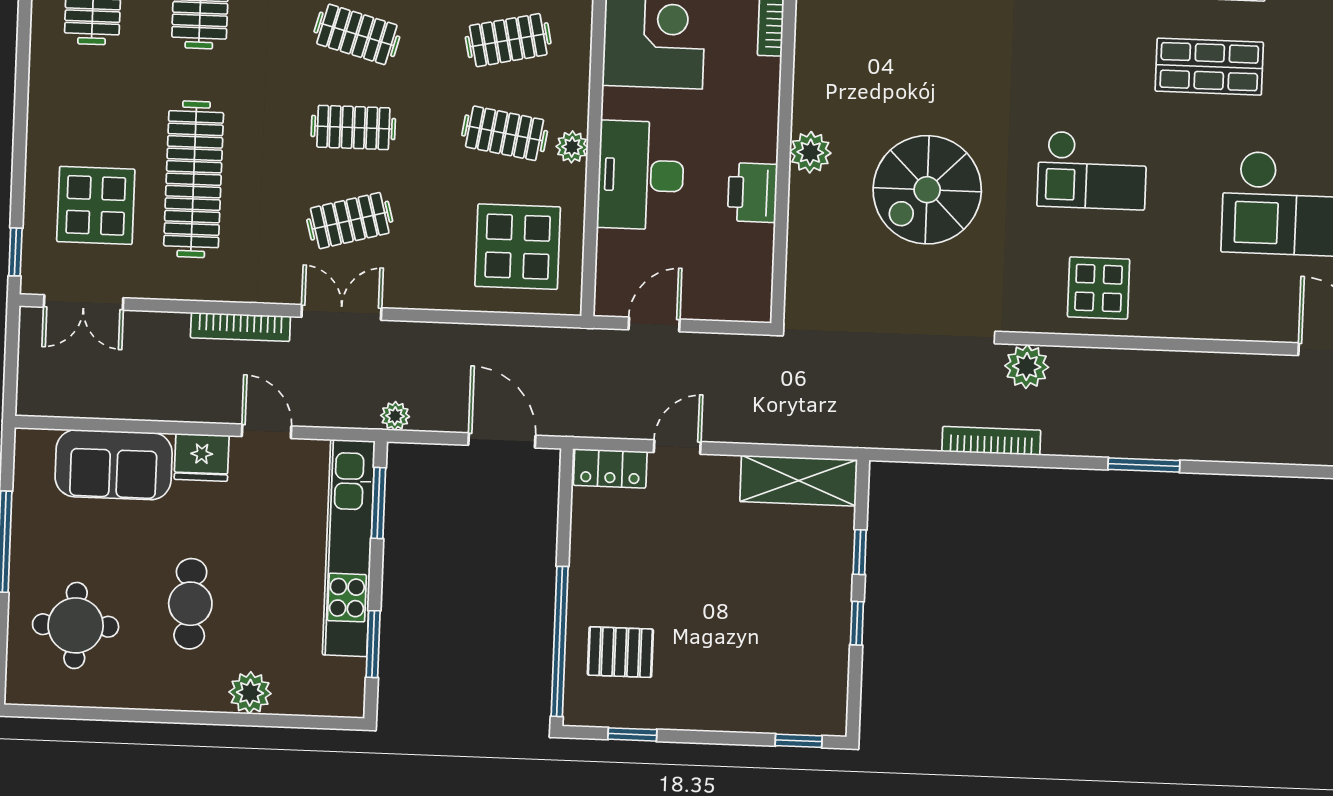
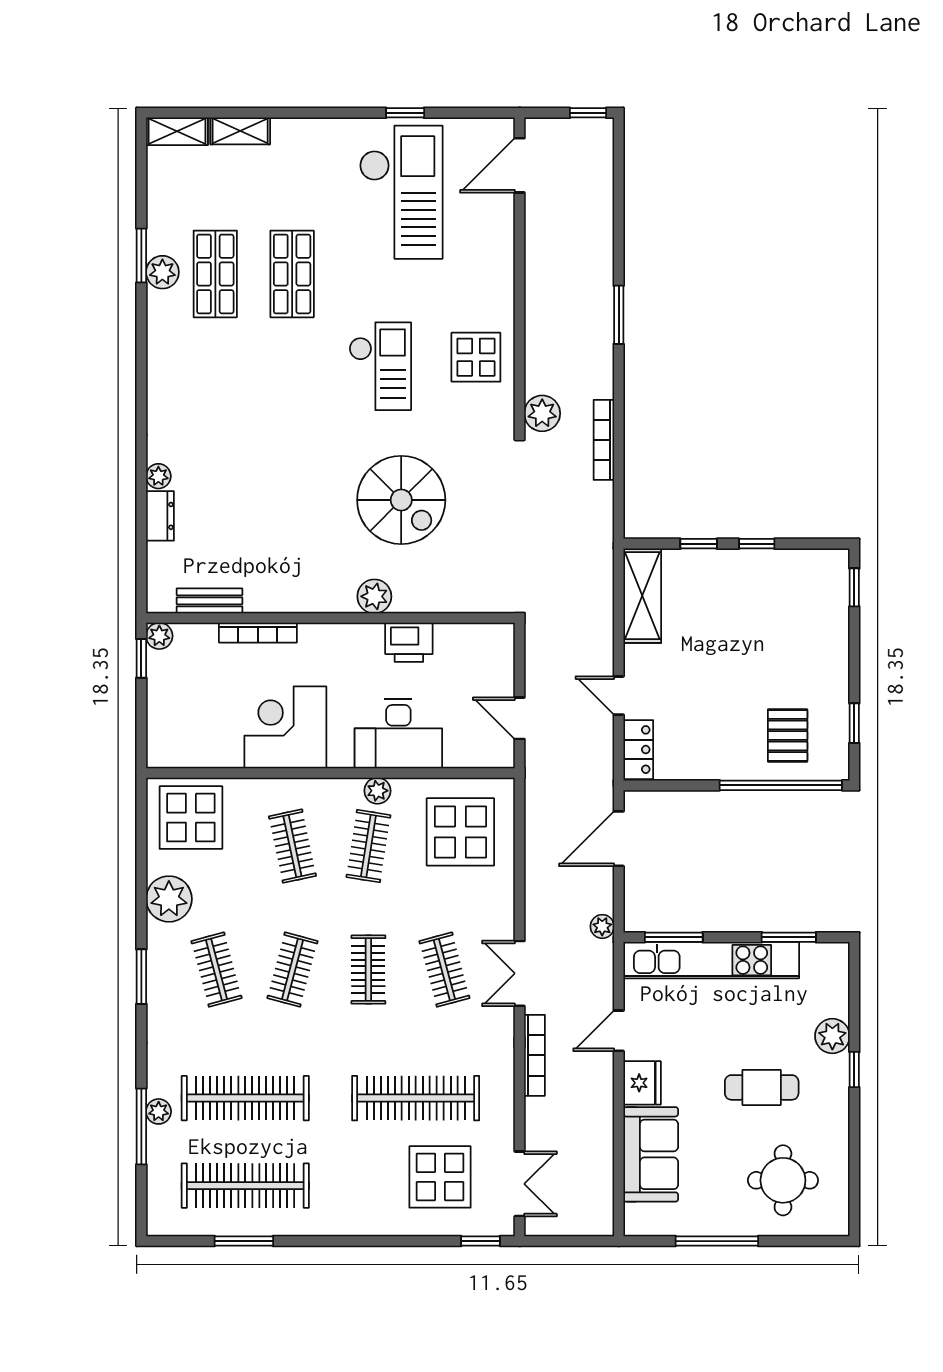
window: (208, 718) -> (854, 1070), added

